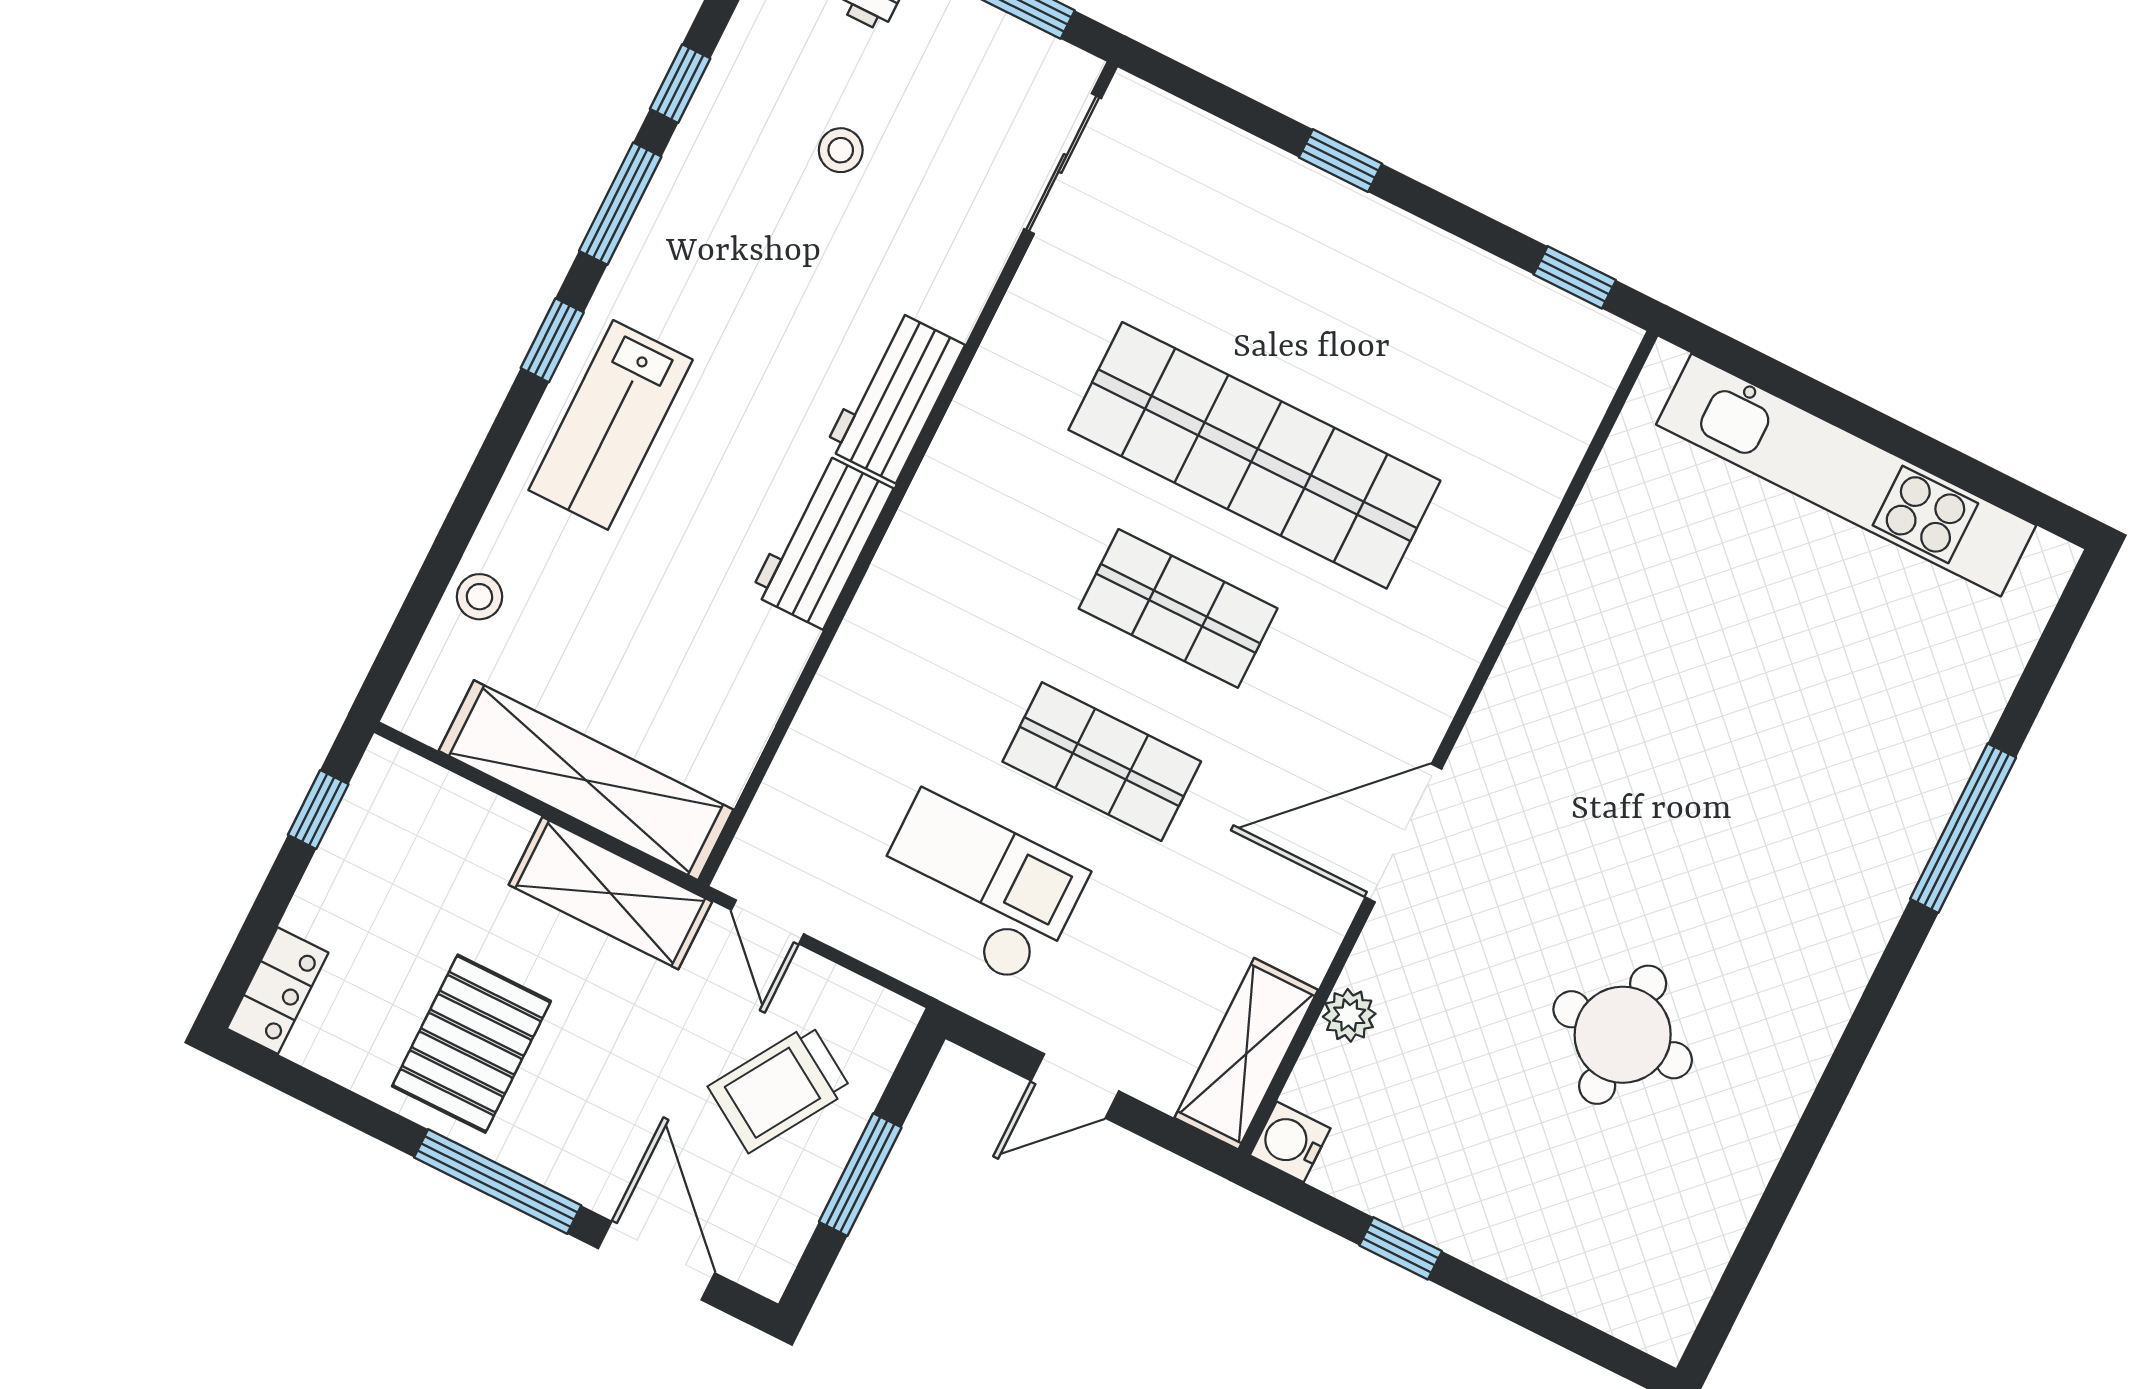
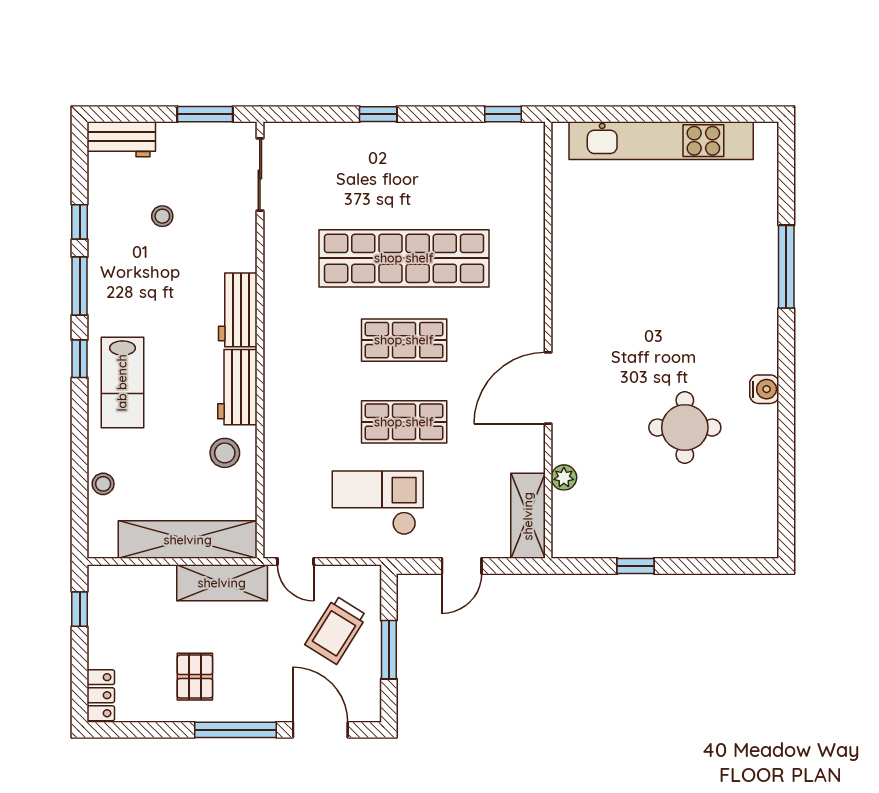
stool: (737, 652) -> (225, 453), added
pallet: (471, 1044) -> (195, 677), width x0.67, depth x0.71
water cooler: (1290, 1142) -> (764, 389), moved, turned 180

